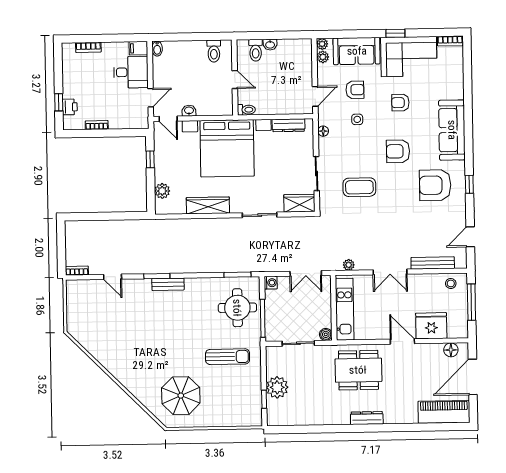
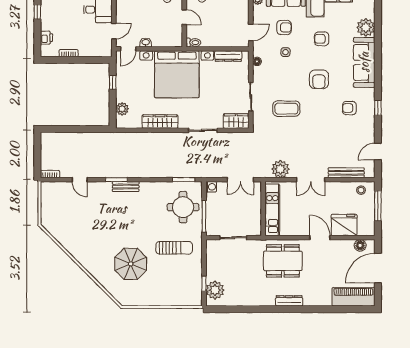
plant: (453, 88) -> (366, 27), added
window: (59, 102) -> (37, 12), moved
door: (168, 119) -> (128, 49), hinge flipped
armchair: (398, 151) -> (319, 79), turned -90
armchair: (435, 185) -> (349, 108), width x0.53, depth x0.53
plant: (349, 265) -> (280, 169), width x1.87, depth x1.87
boiler: (326, 334) -> (256, 231), removed
plant: (277, 387) -> (215, 290), moved
parasol: (181, 396) -> (131, 264), moved

